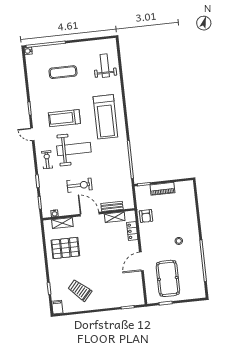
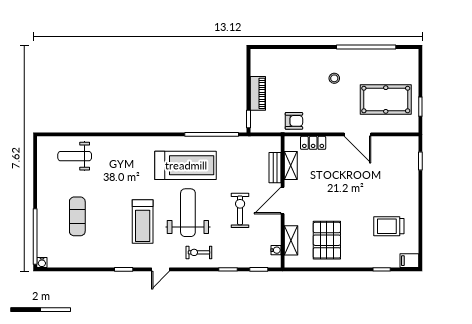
treadmill: (105, 117) -> (186, 165), moved
trolley: (80, 290) -> (389, 226), turned 48

